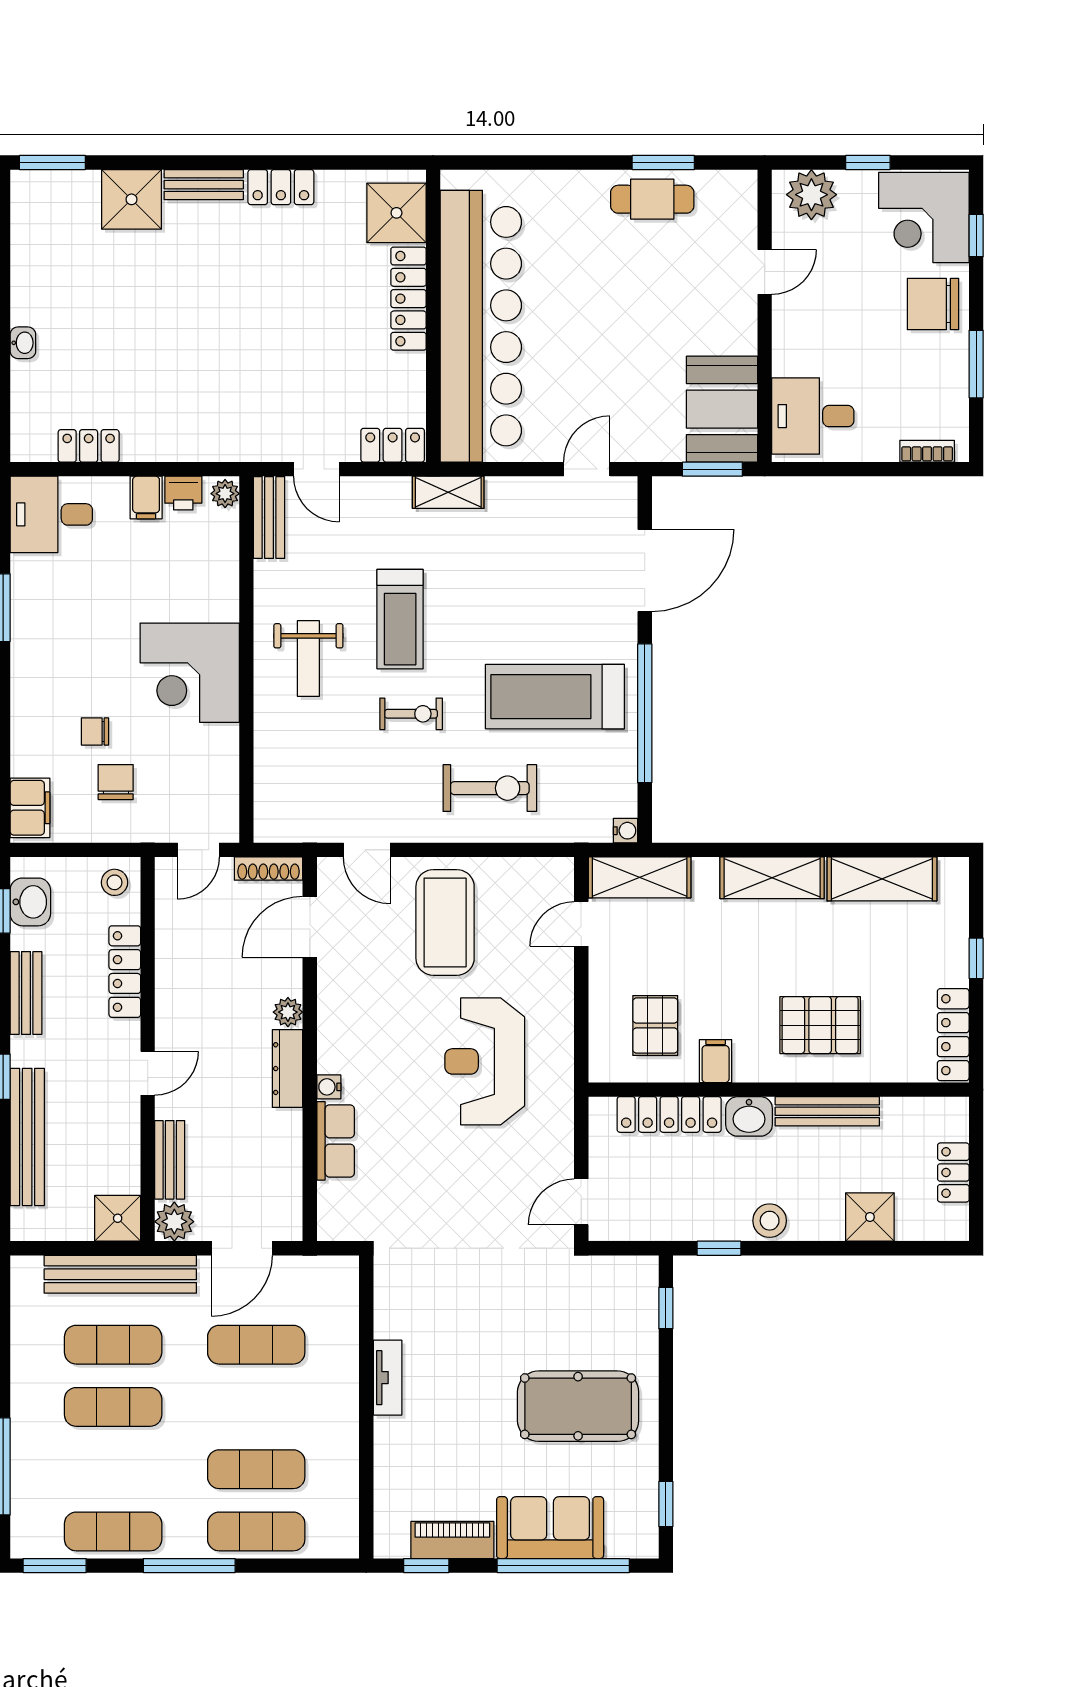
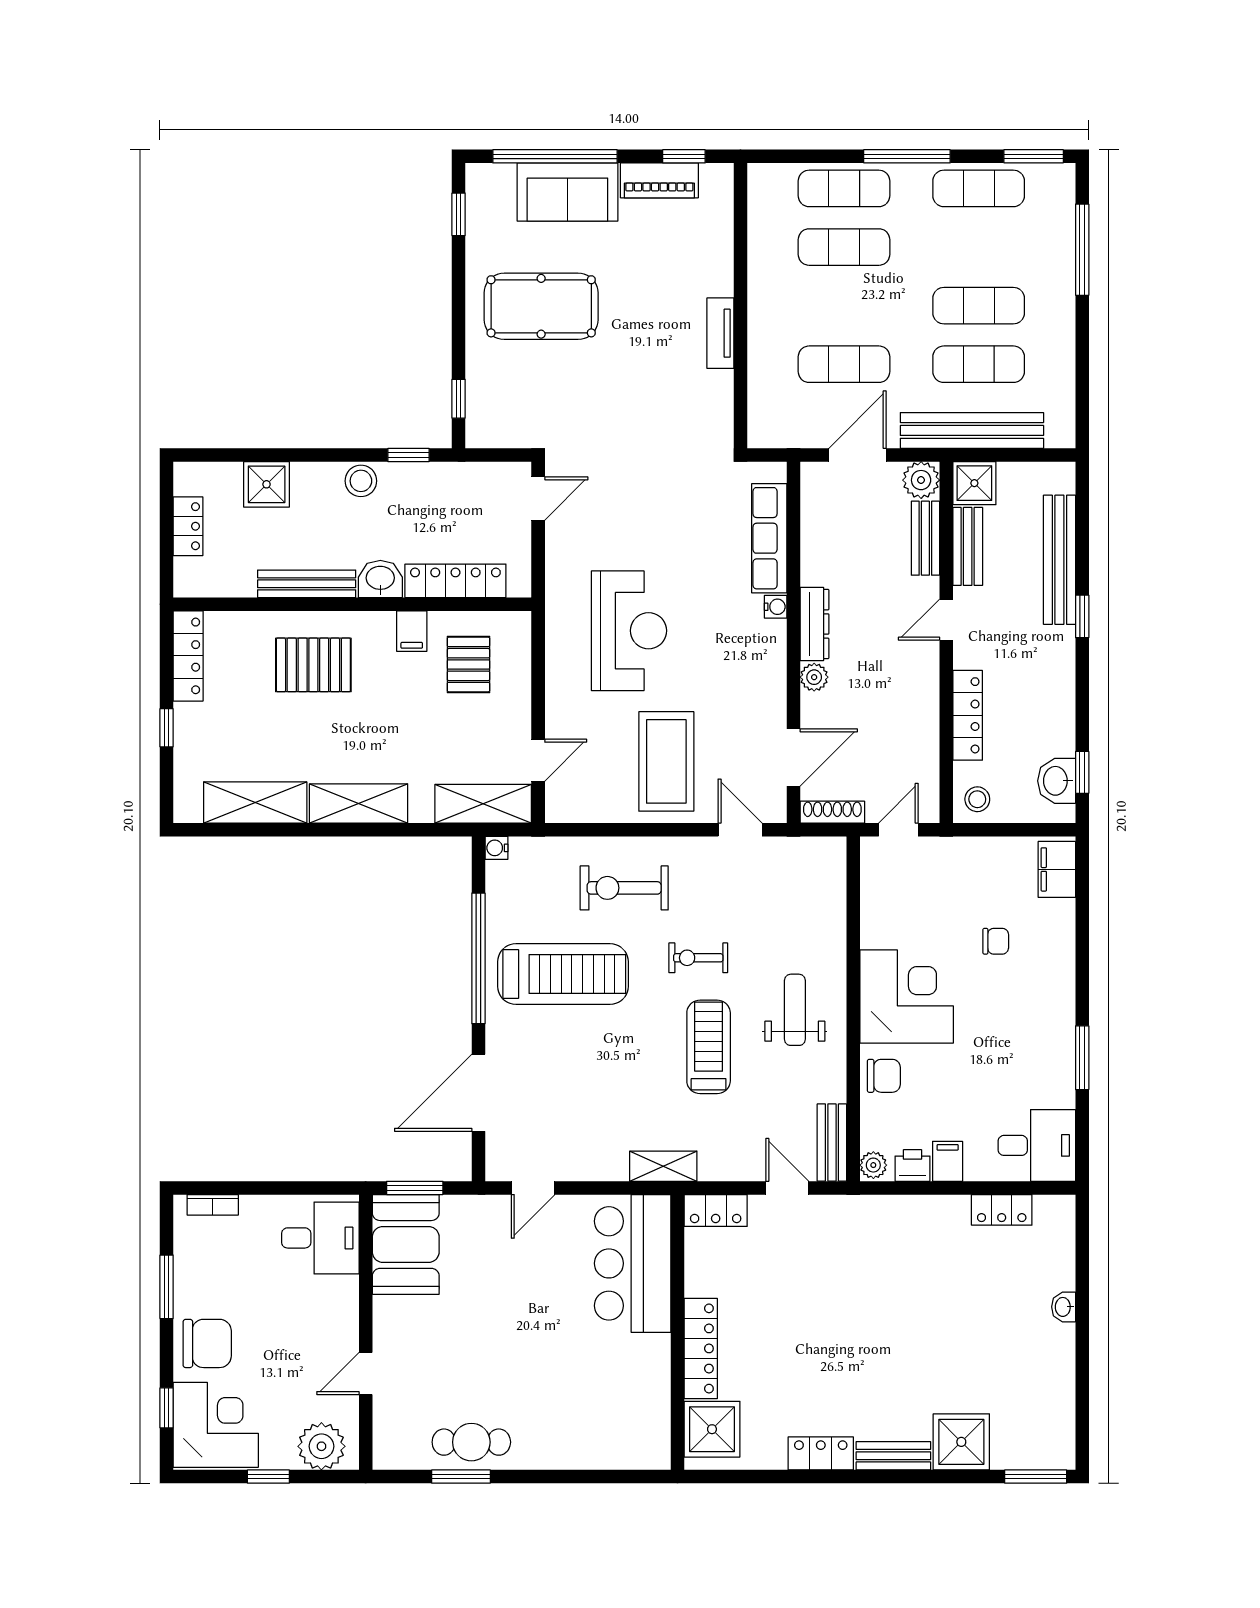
bar counter: (481, 326) -> (633, 1263), width x0.54
chair: (116, 782) -> (884, 1076), moved, turned -90
bench: (26, 993) -> (968, 546), moved
row of seats: (336, 1141) -> (769, 538), width x1.48

